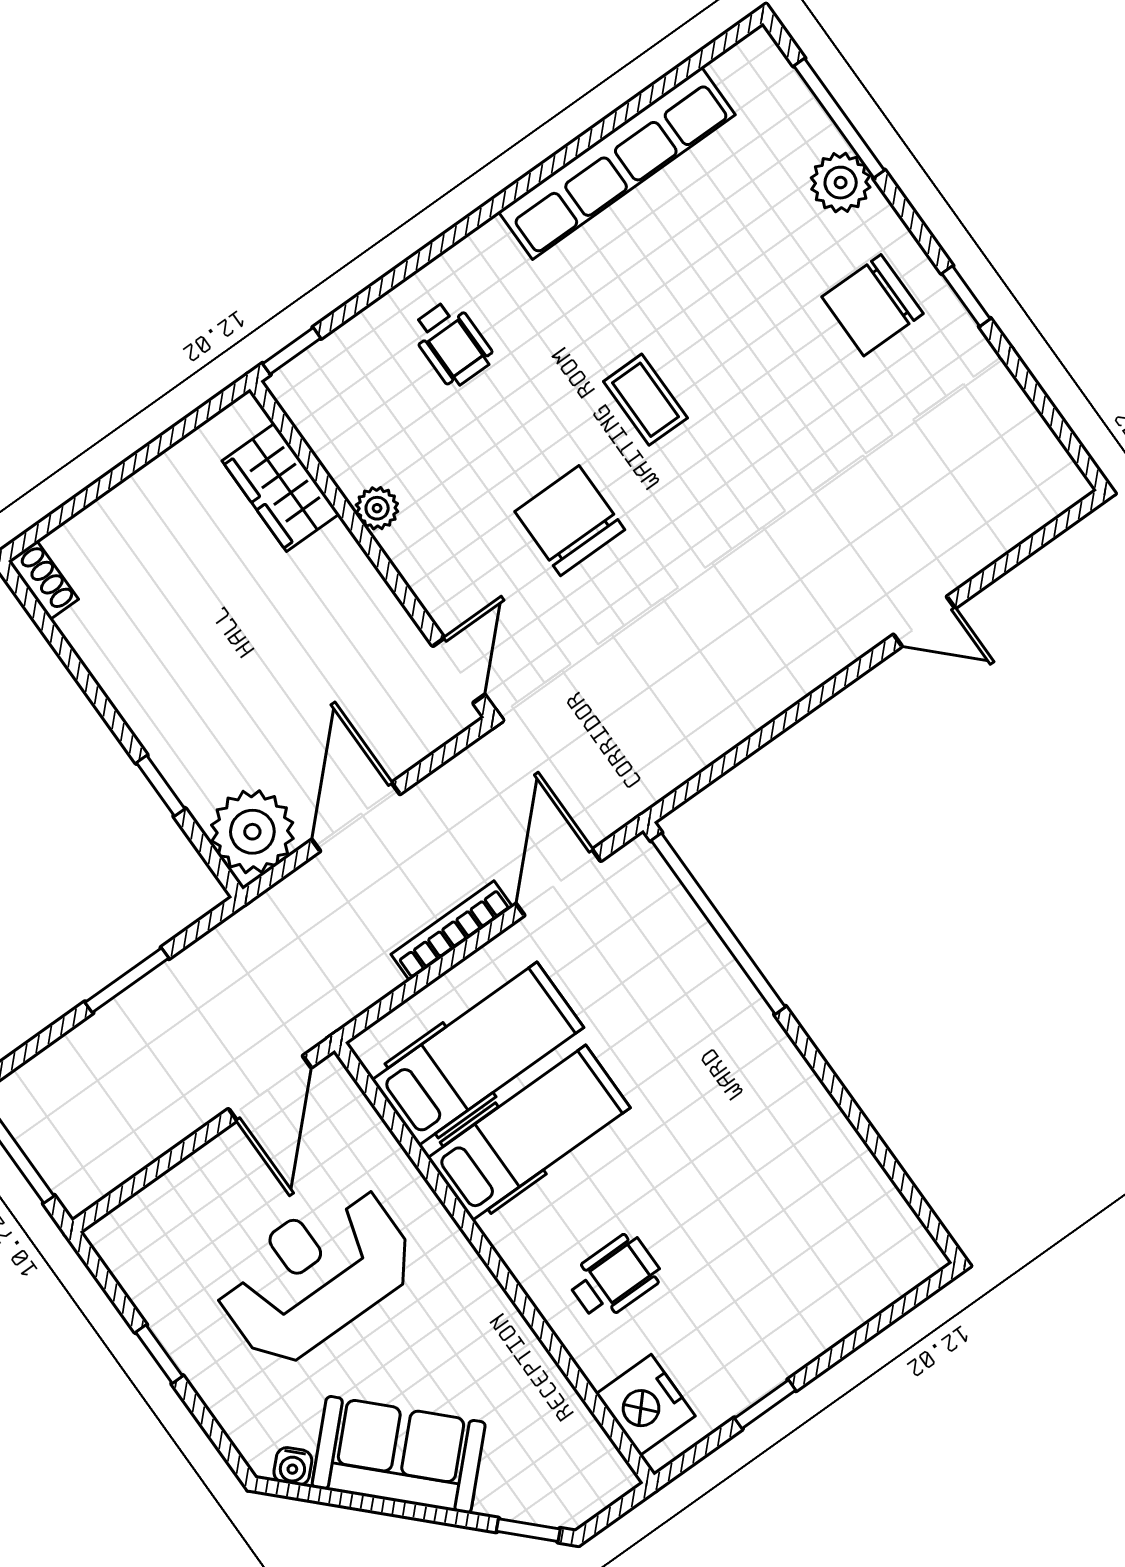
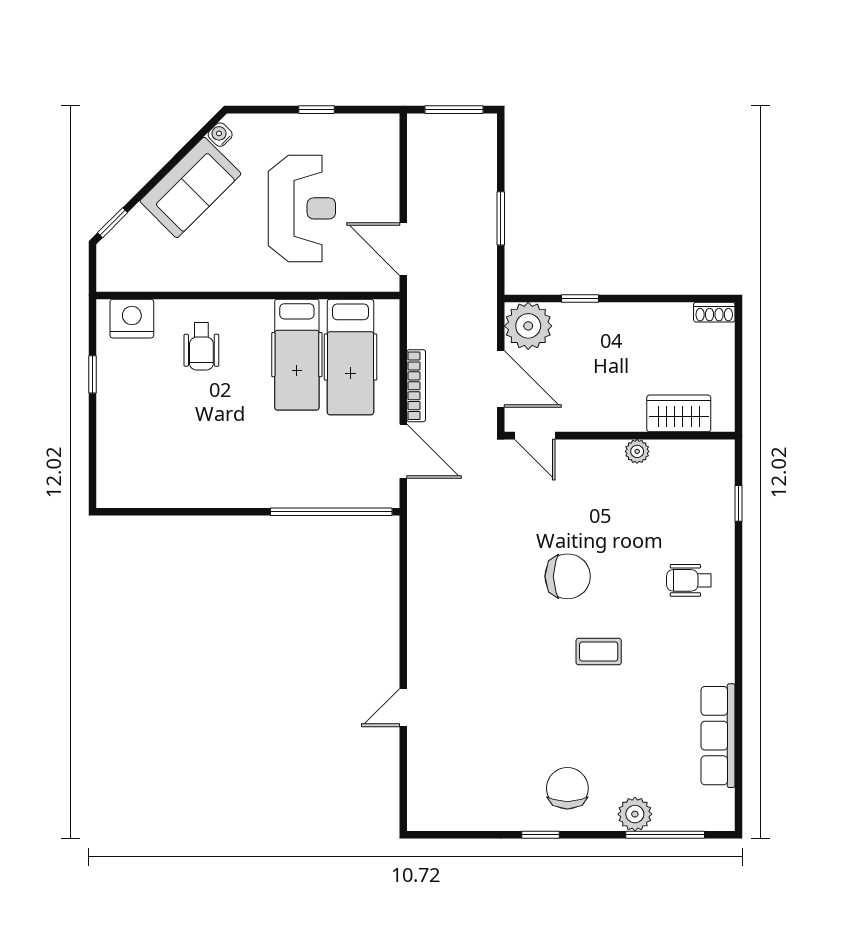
row of seats: (617, 163) -> (718, 736), width x0.73
wardrobe: (281, 487) -> (679, 413), moved
plant: (377, 508) -> (637, 451), moved
wall: (372, 549) -> (620, 436), moved
door: (459, 670) -> (535, 436), moved

